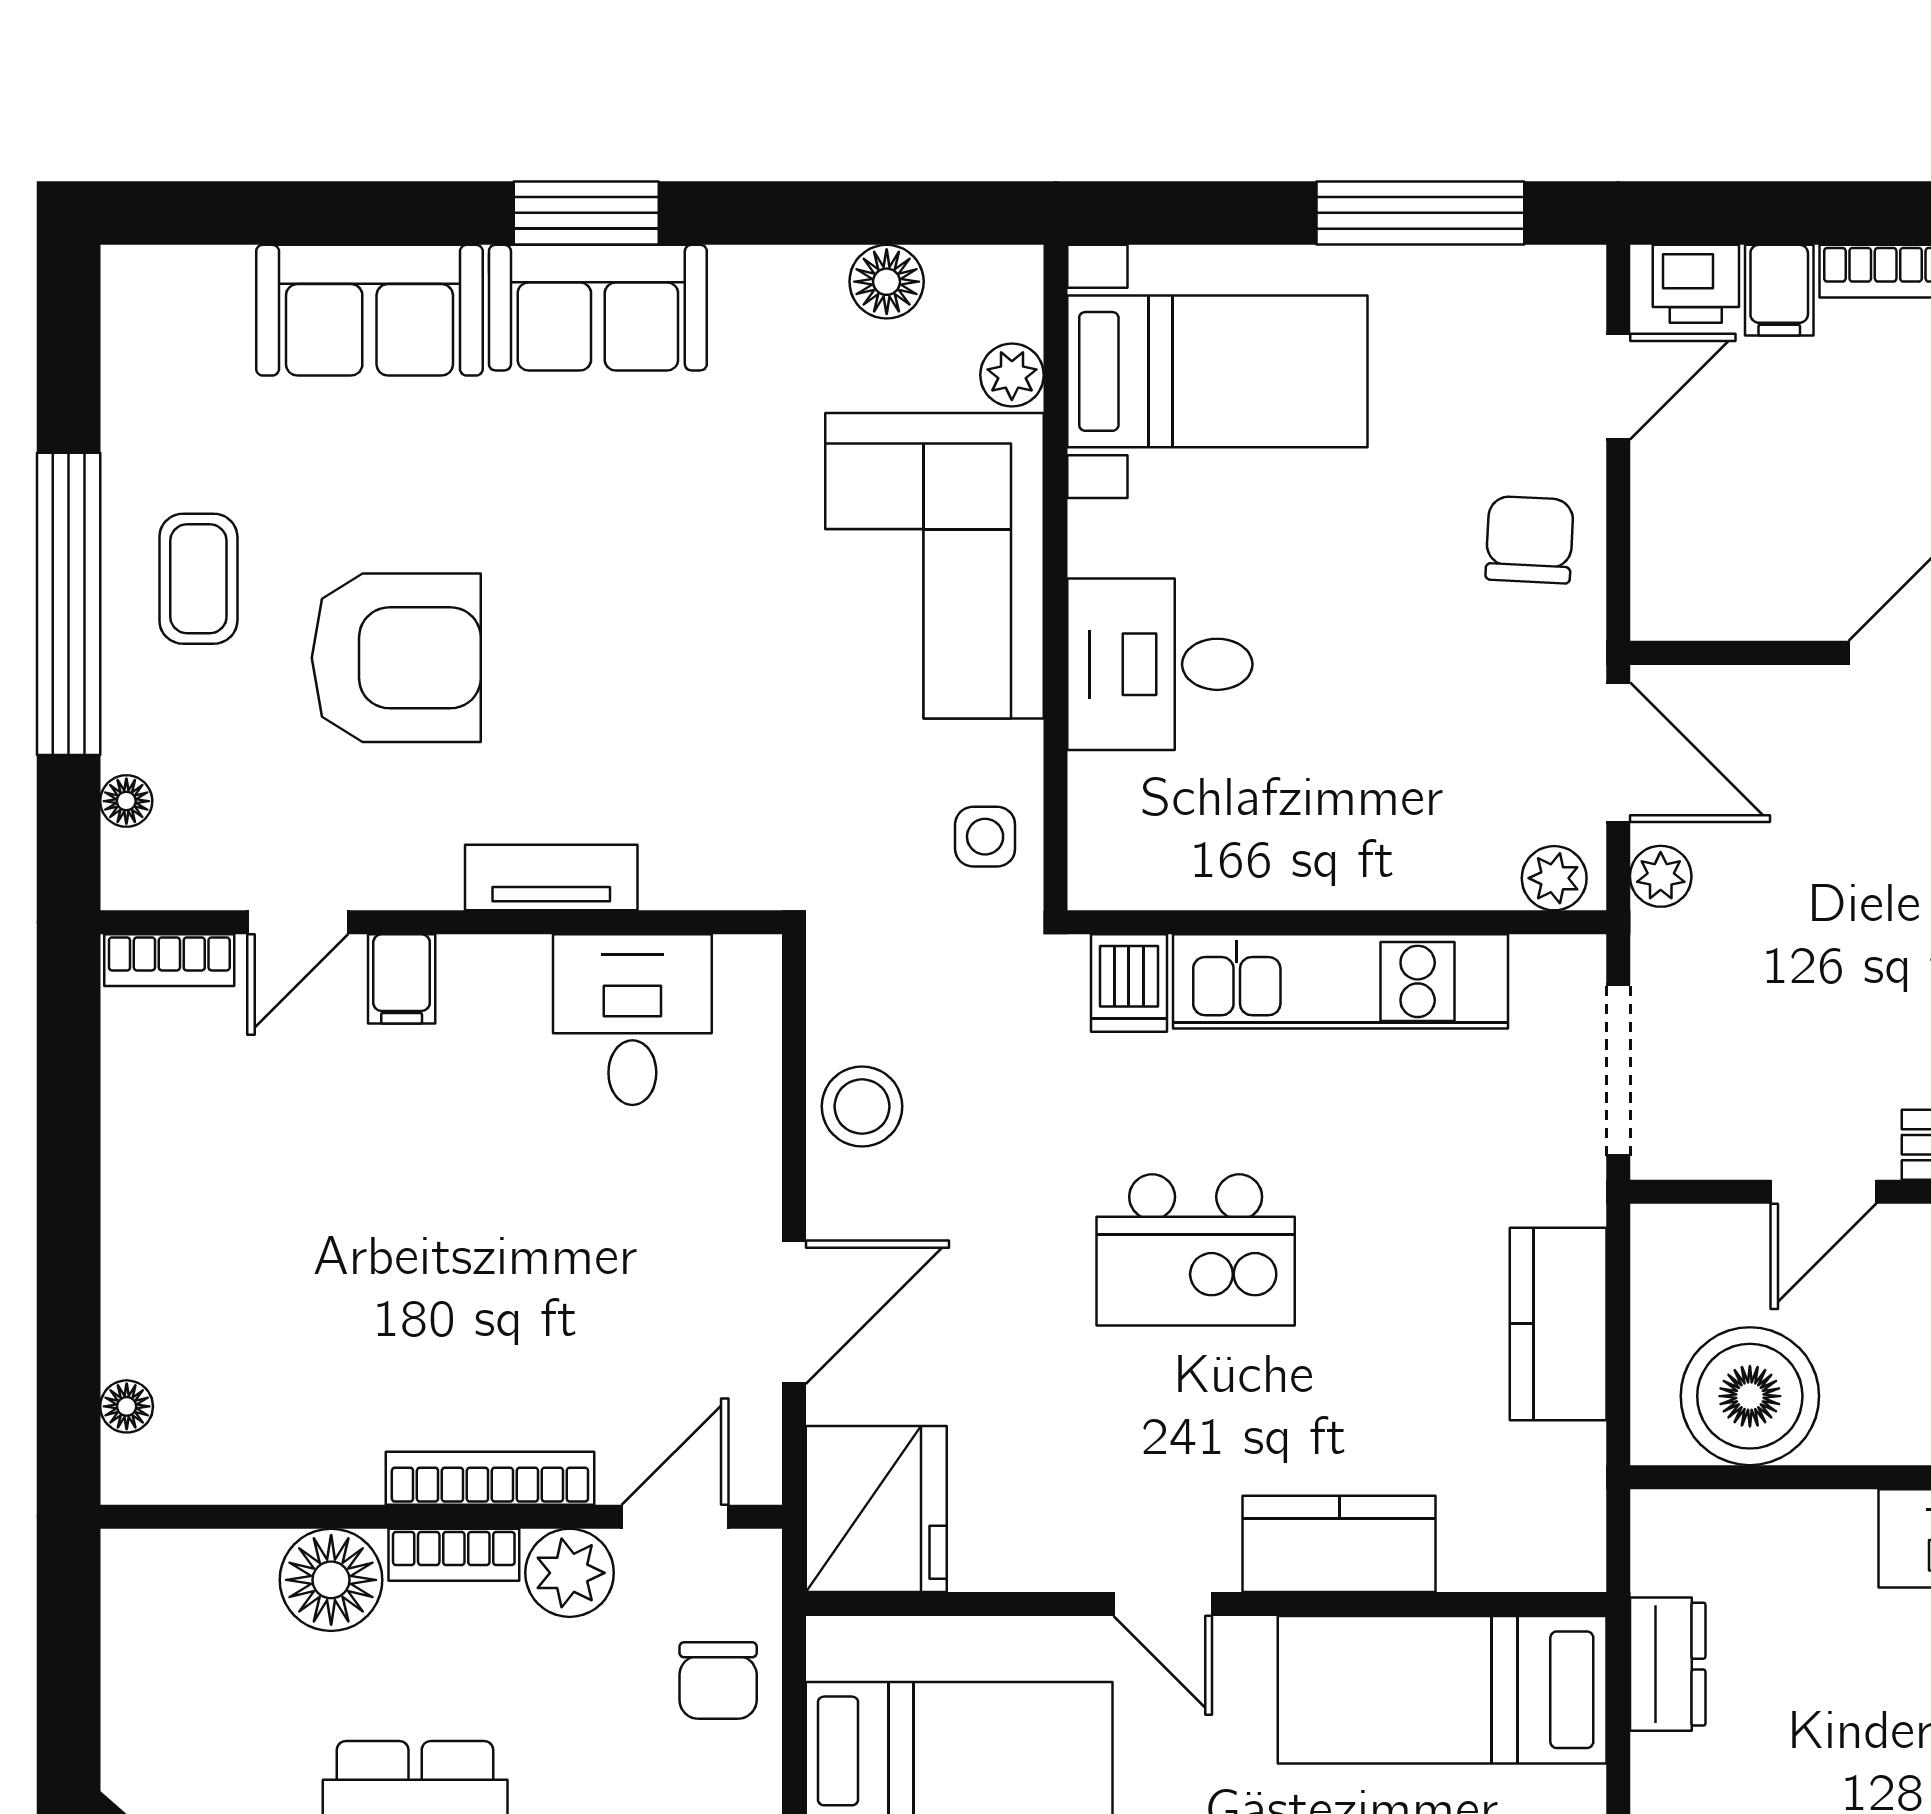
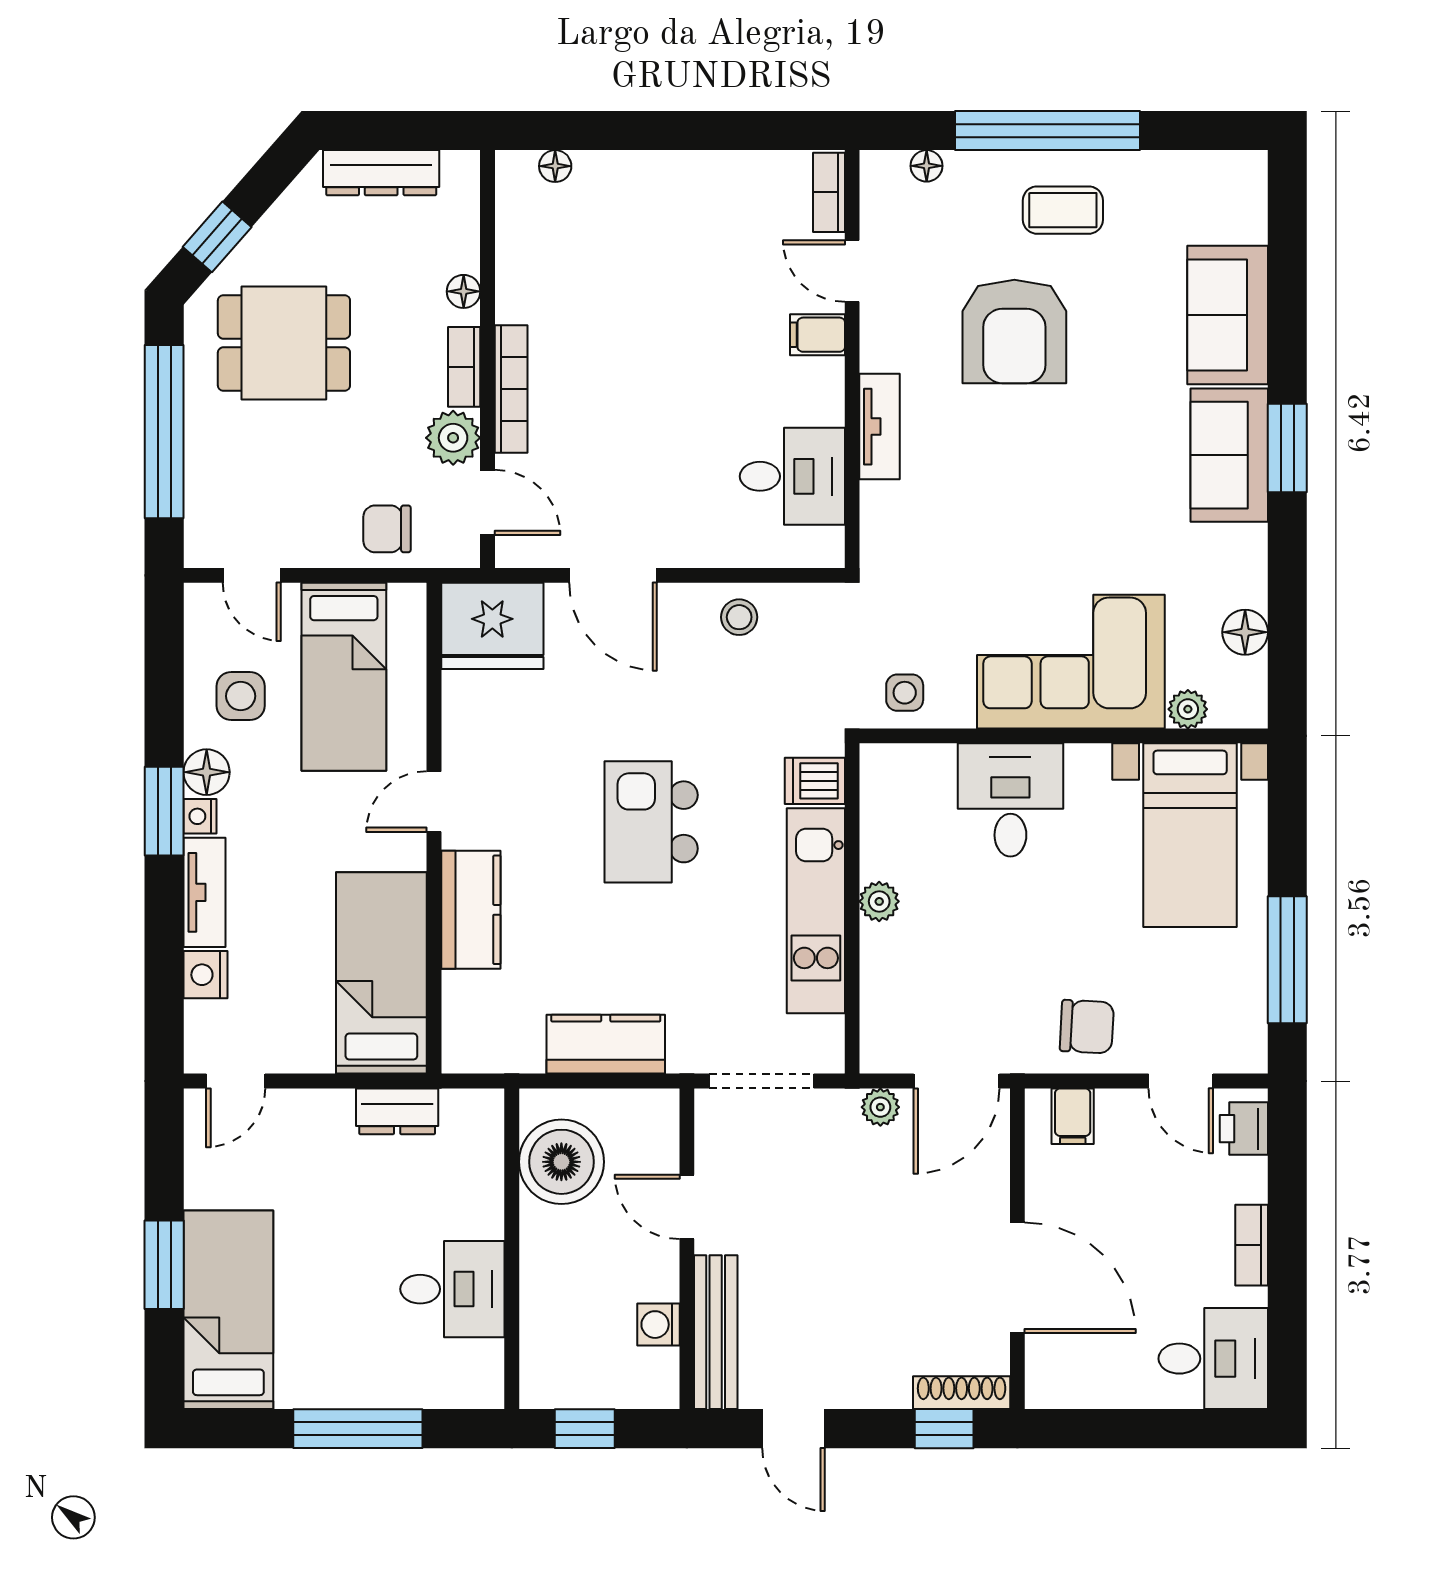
filing cabinet: (1779, 290) -> (1073, 1116), moved, turned -90
plant: (1554, 878) -> (879, 901), moved
stool: (862, 1106) -> (739, 617), width x0.73, depth x0.73
floor lamp: (331, 1580) -> (464, 291), width x0.53, depth x0.53
dresser: (137, 1690) -> (381, 173), added

